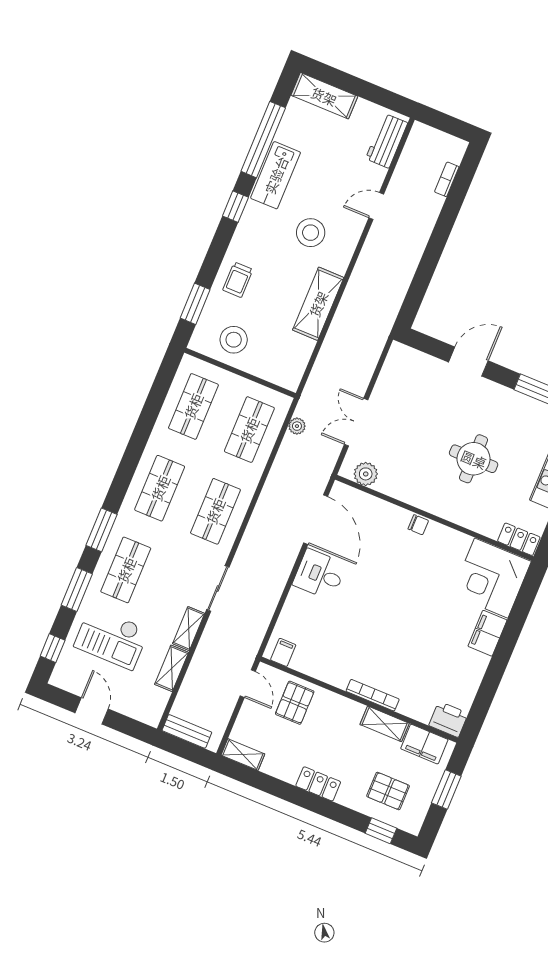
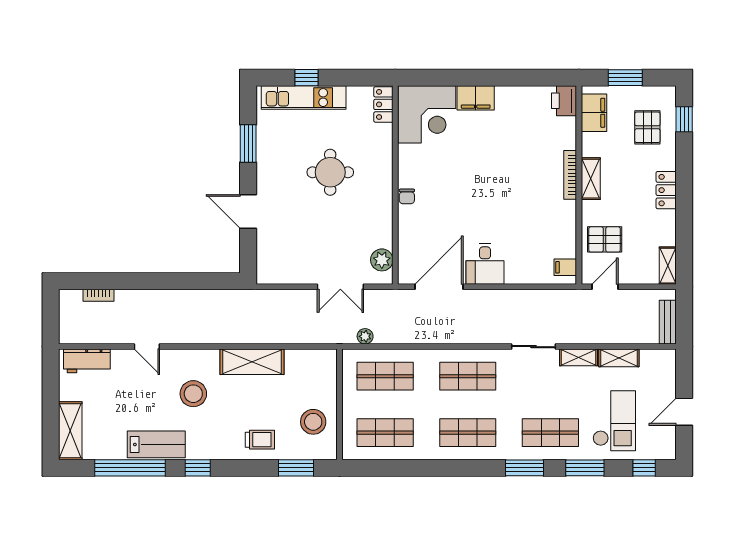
chair: (418, 525) -> (407, 196), turned 180
shelving: (385, 724) -> (591, 179), moved

